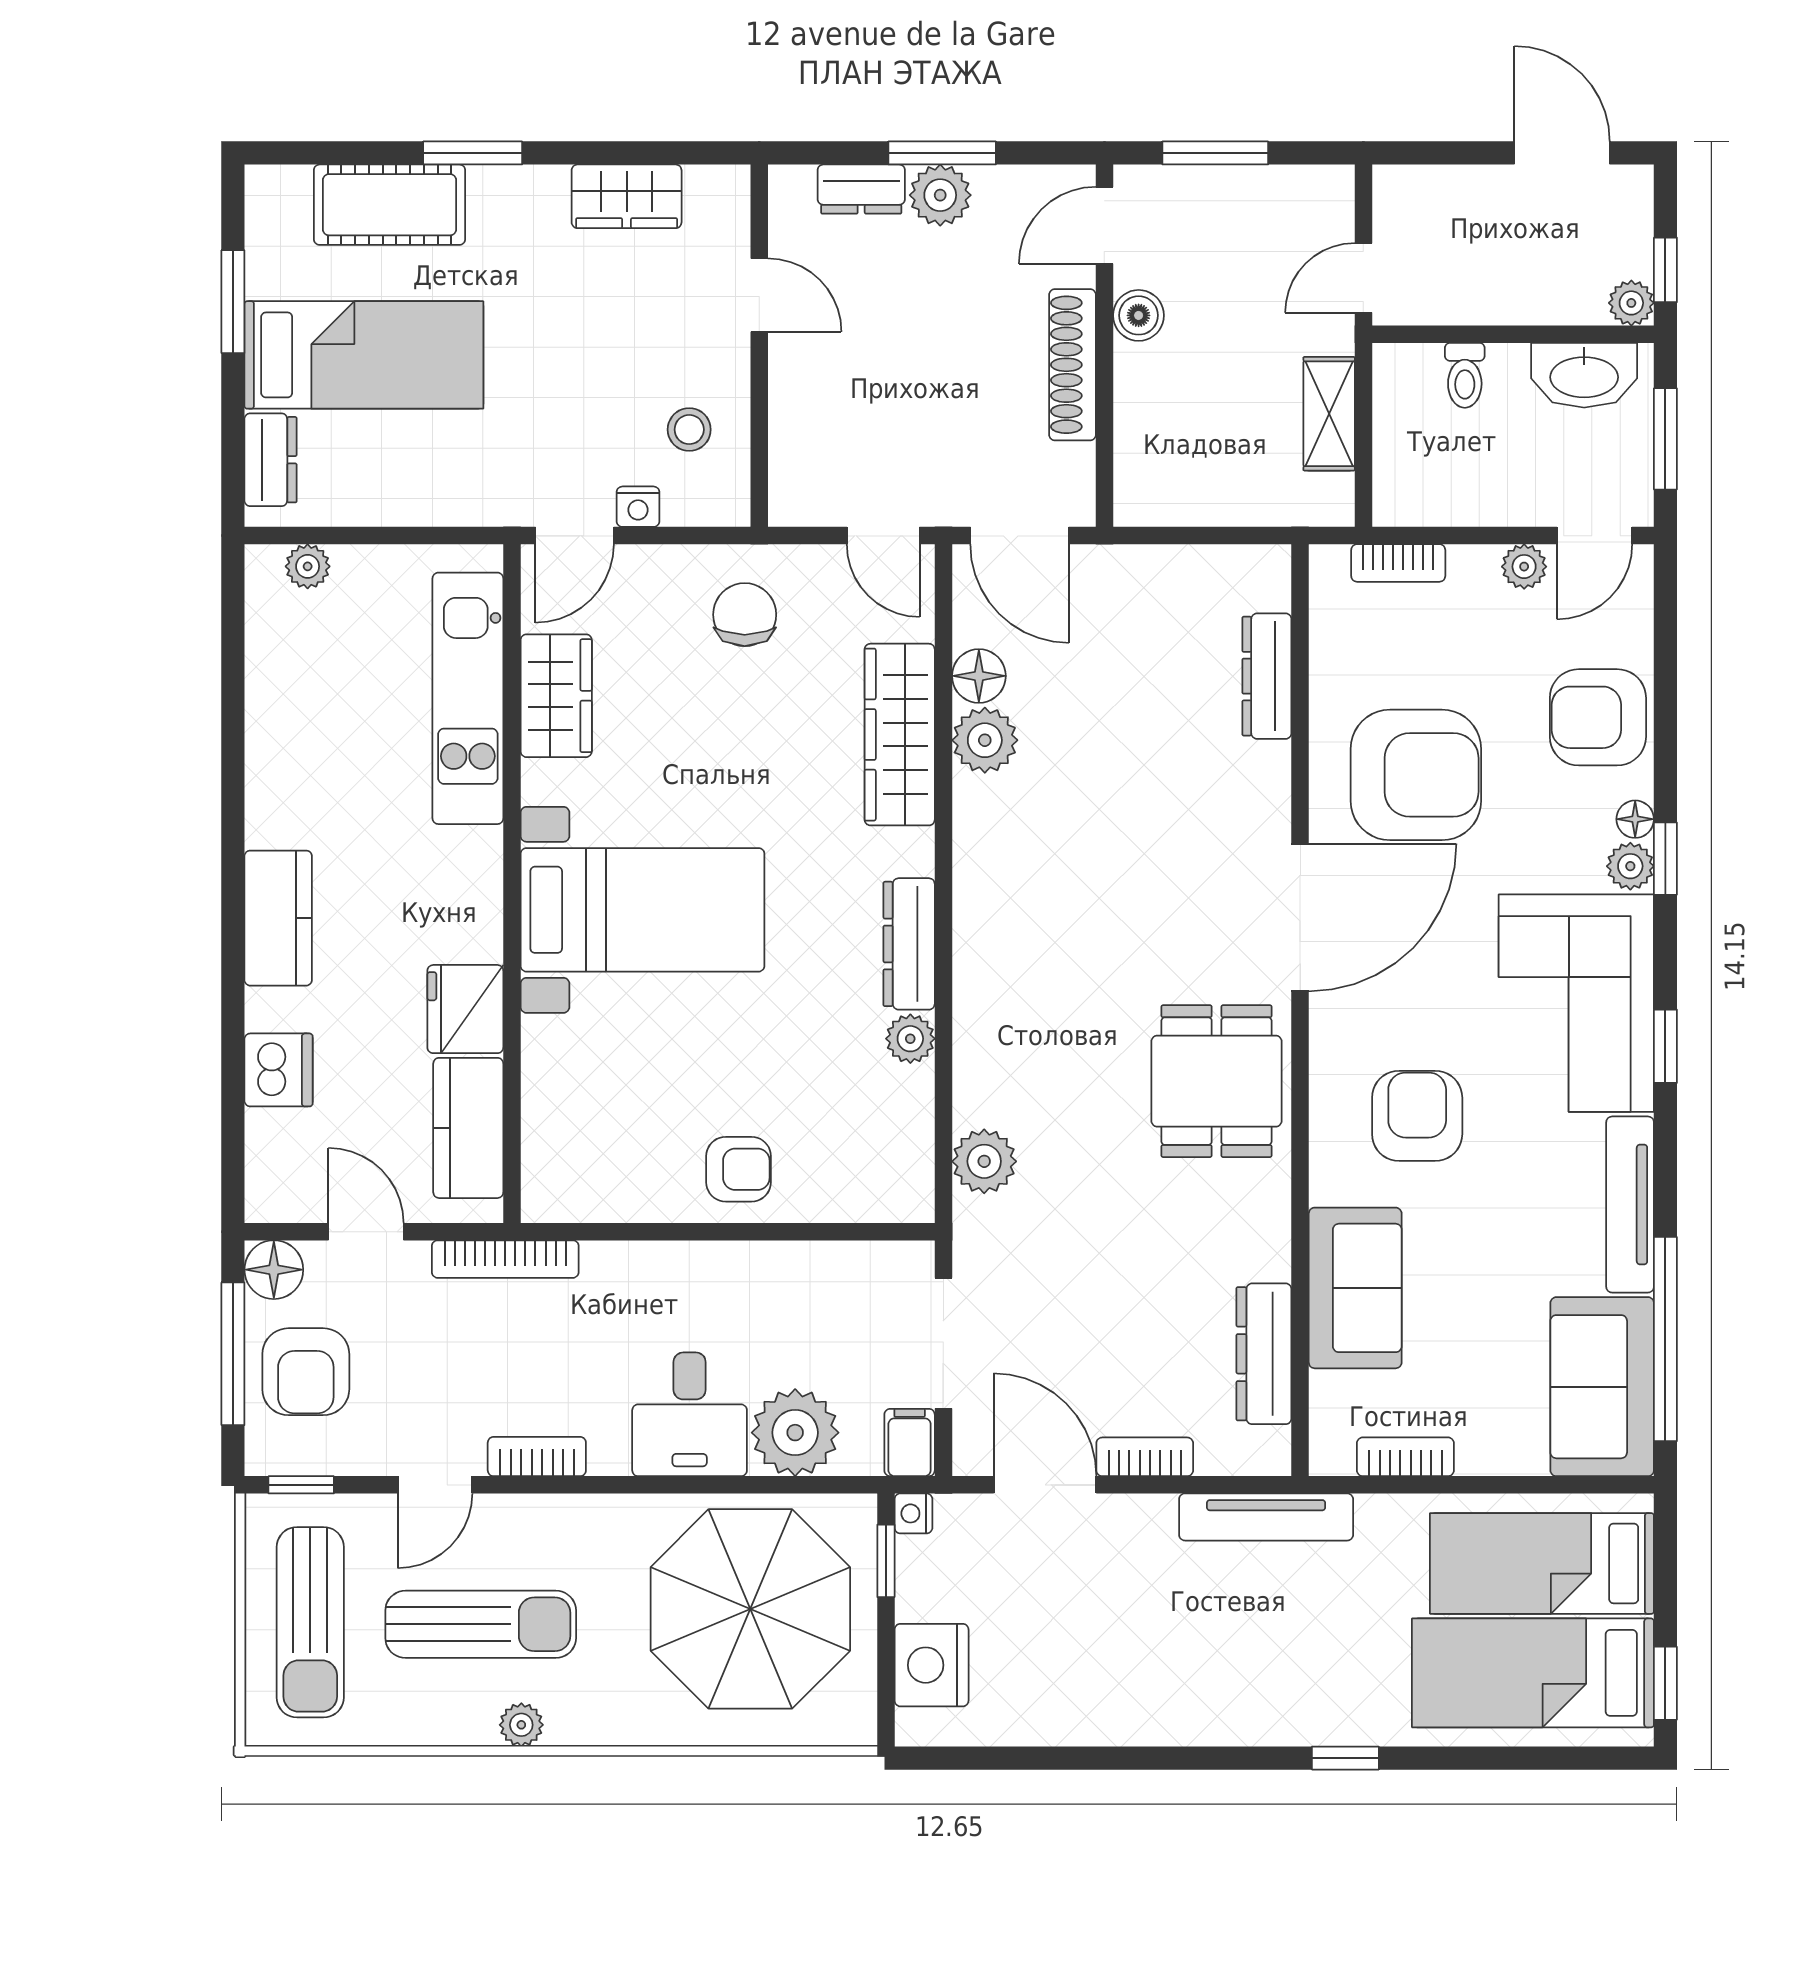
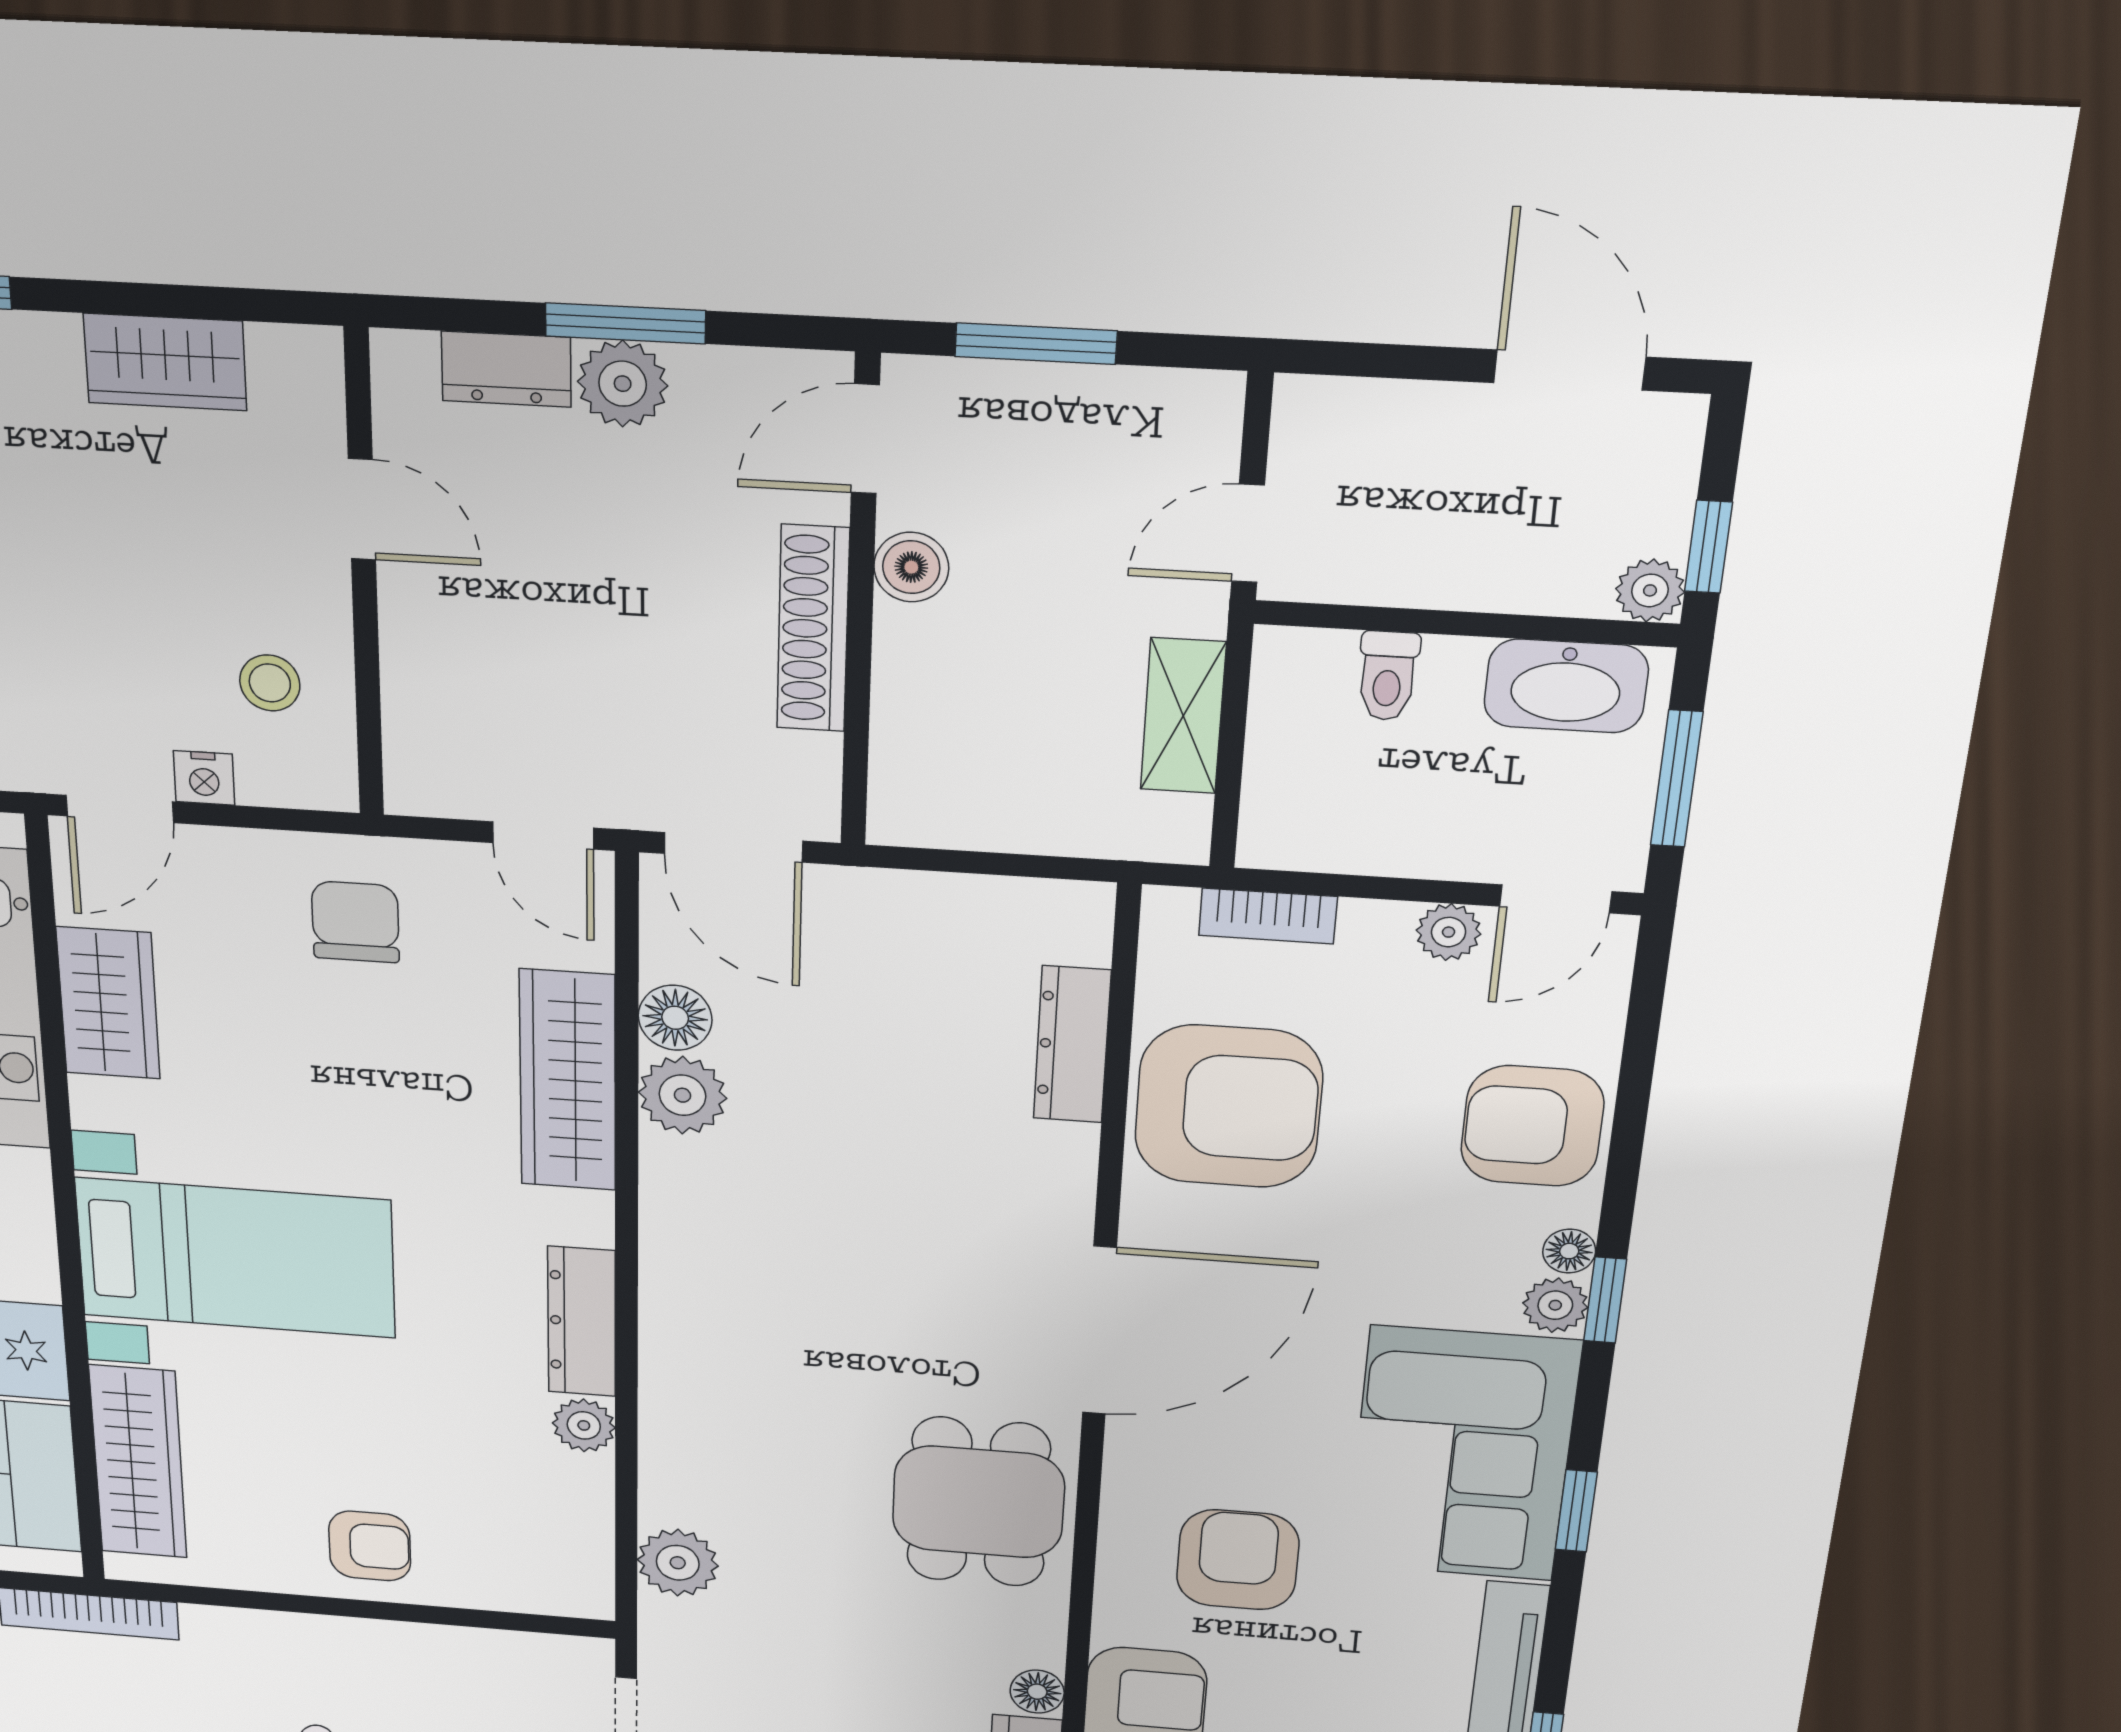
armchair: (1416, 775) -> (1228, 1106), moved
wardrobe: (555, 1106) -> (138, 1462), added
floor lamp: (1270, 1258) -> (1037, 1692), added

